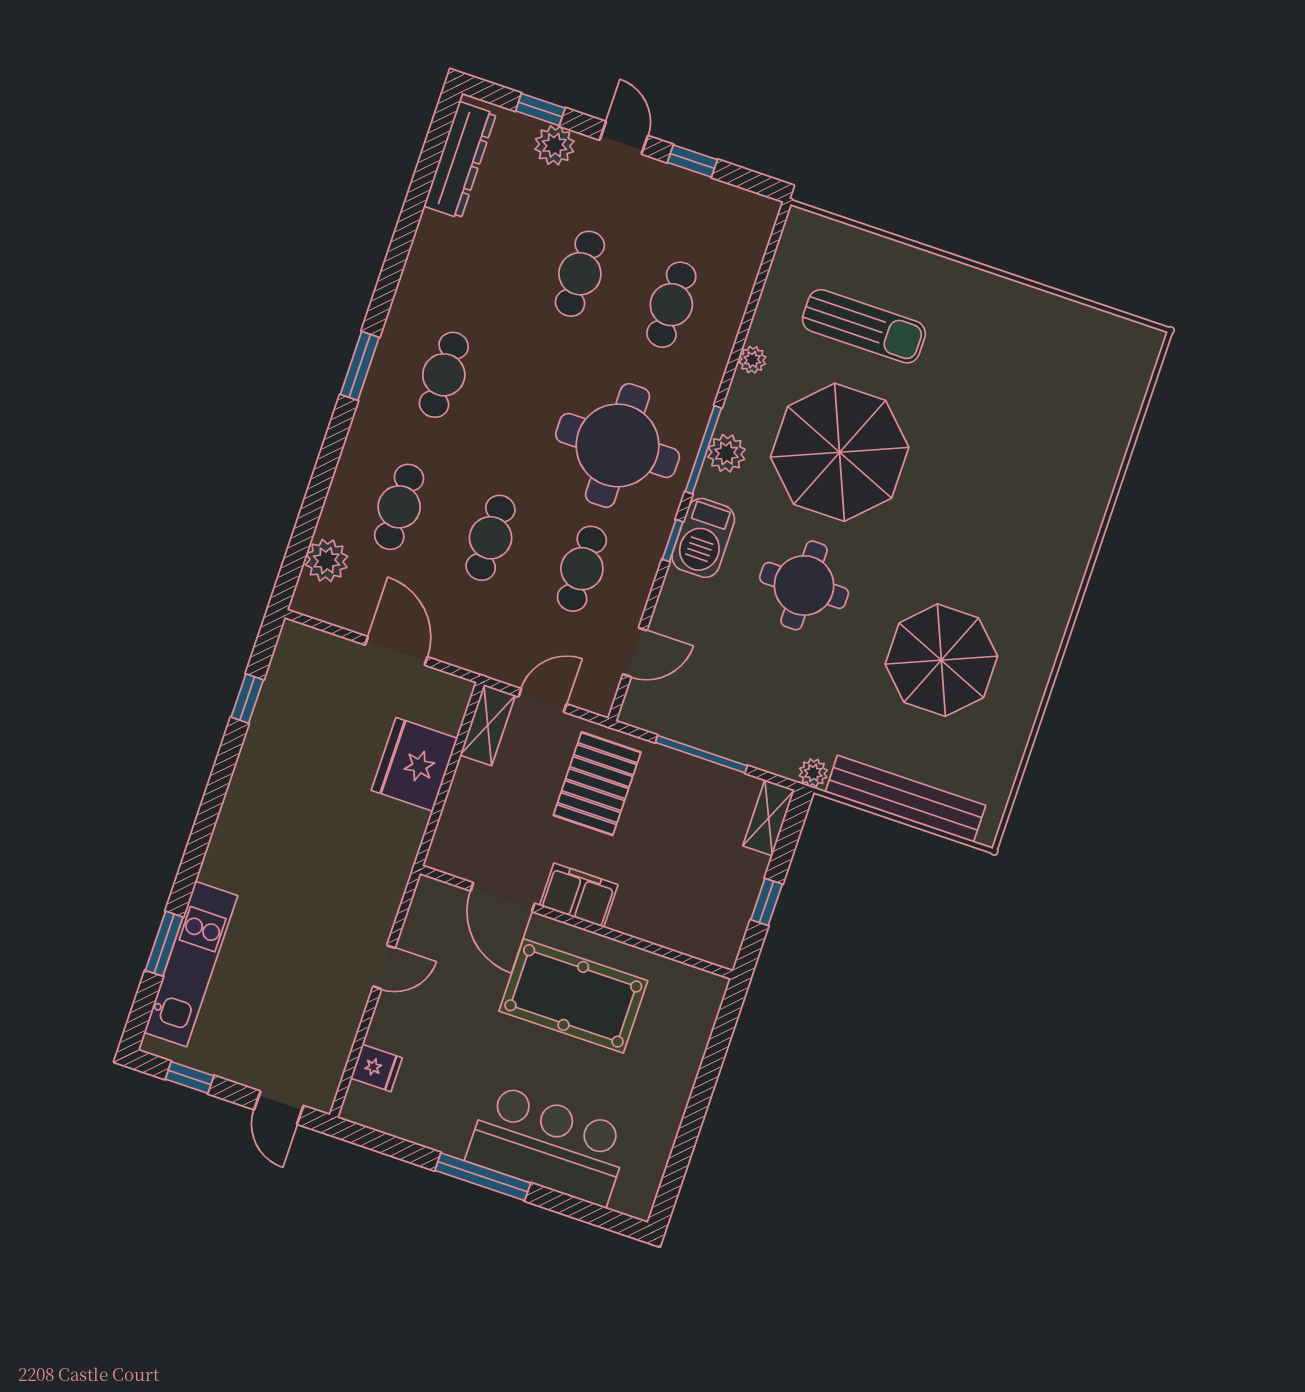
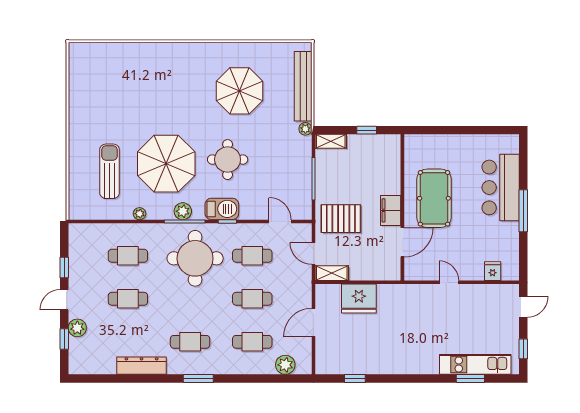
dresser: (460, 160) -> (142, 366), moved

